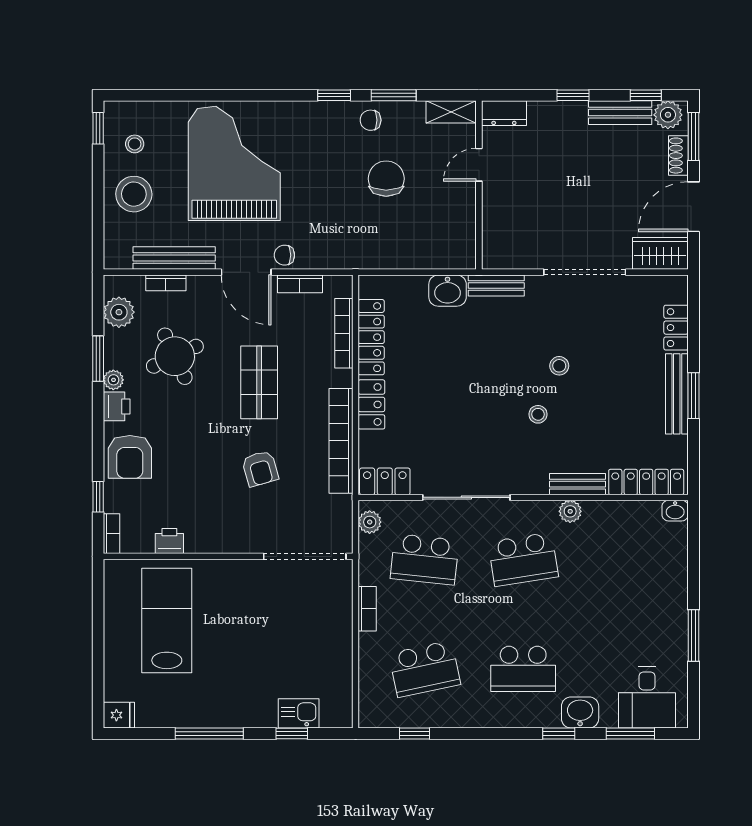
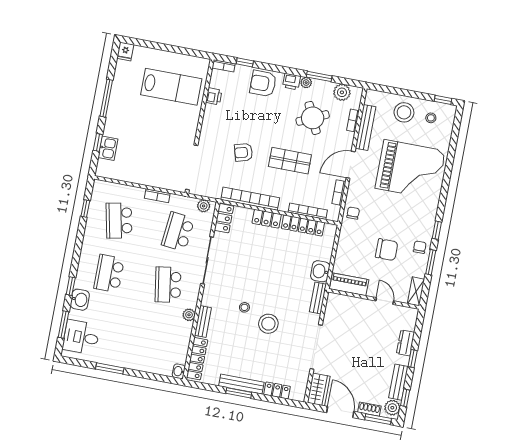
dresser: (504, 113) -> (405, 343), moved
piano: (461, 234) -> (349, 284), added
chair: (284, 255) -> (353, 213), moved
stool: (559, 366) -> (268, 324), width x1.89, depth x1.89

